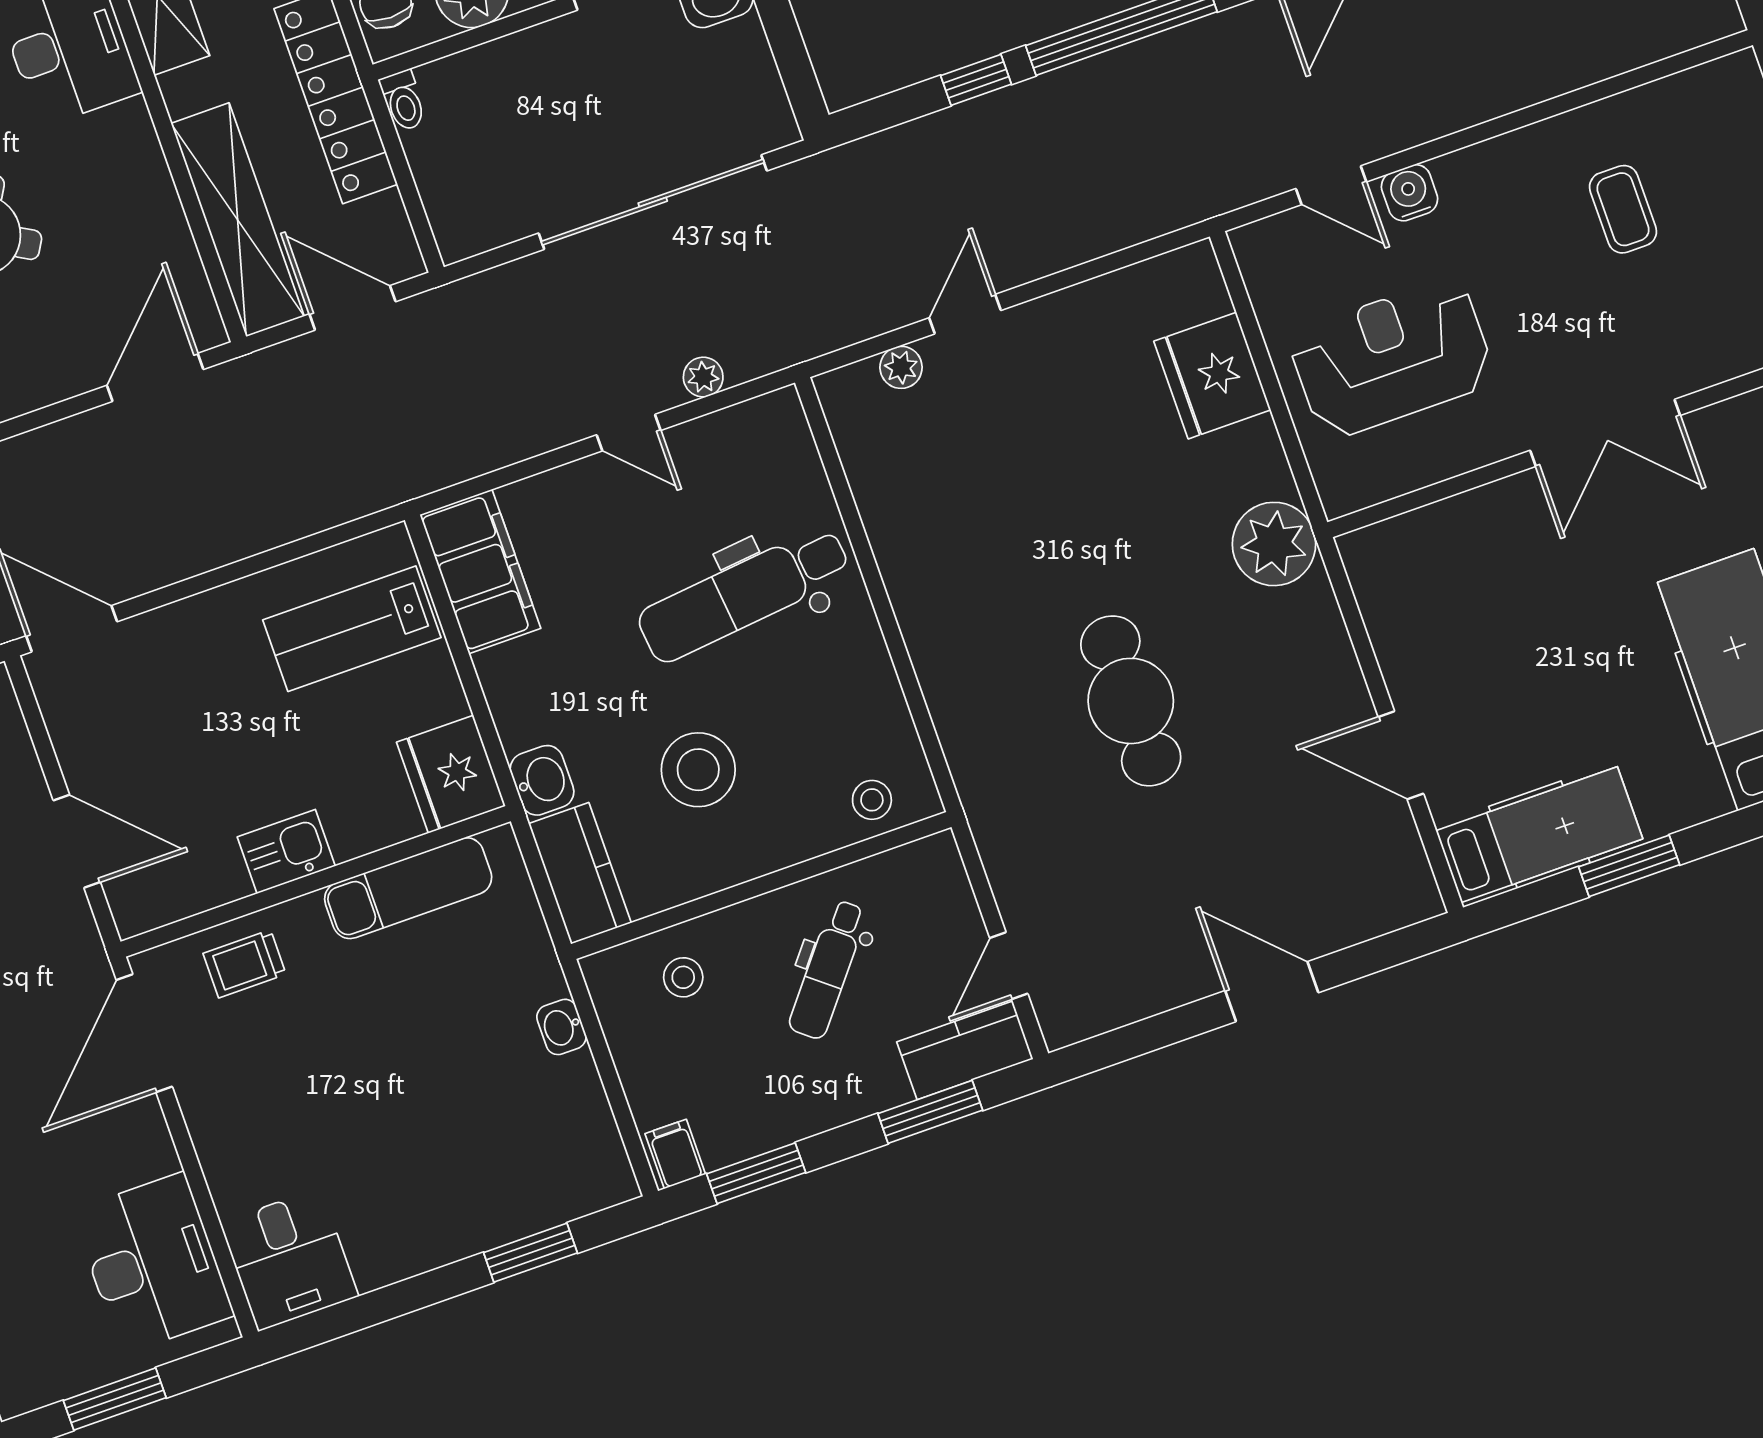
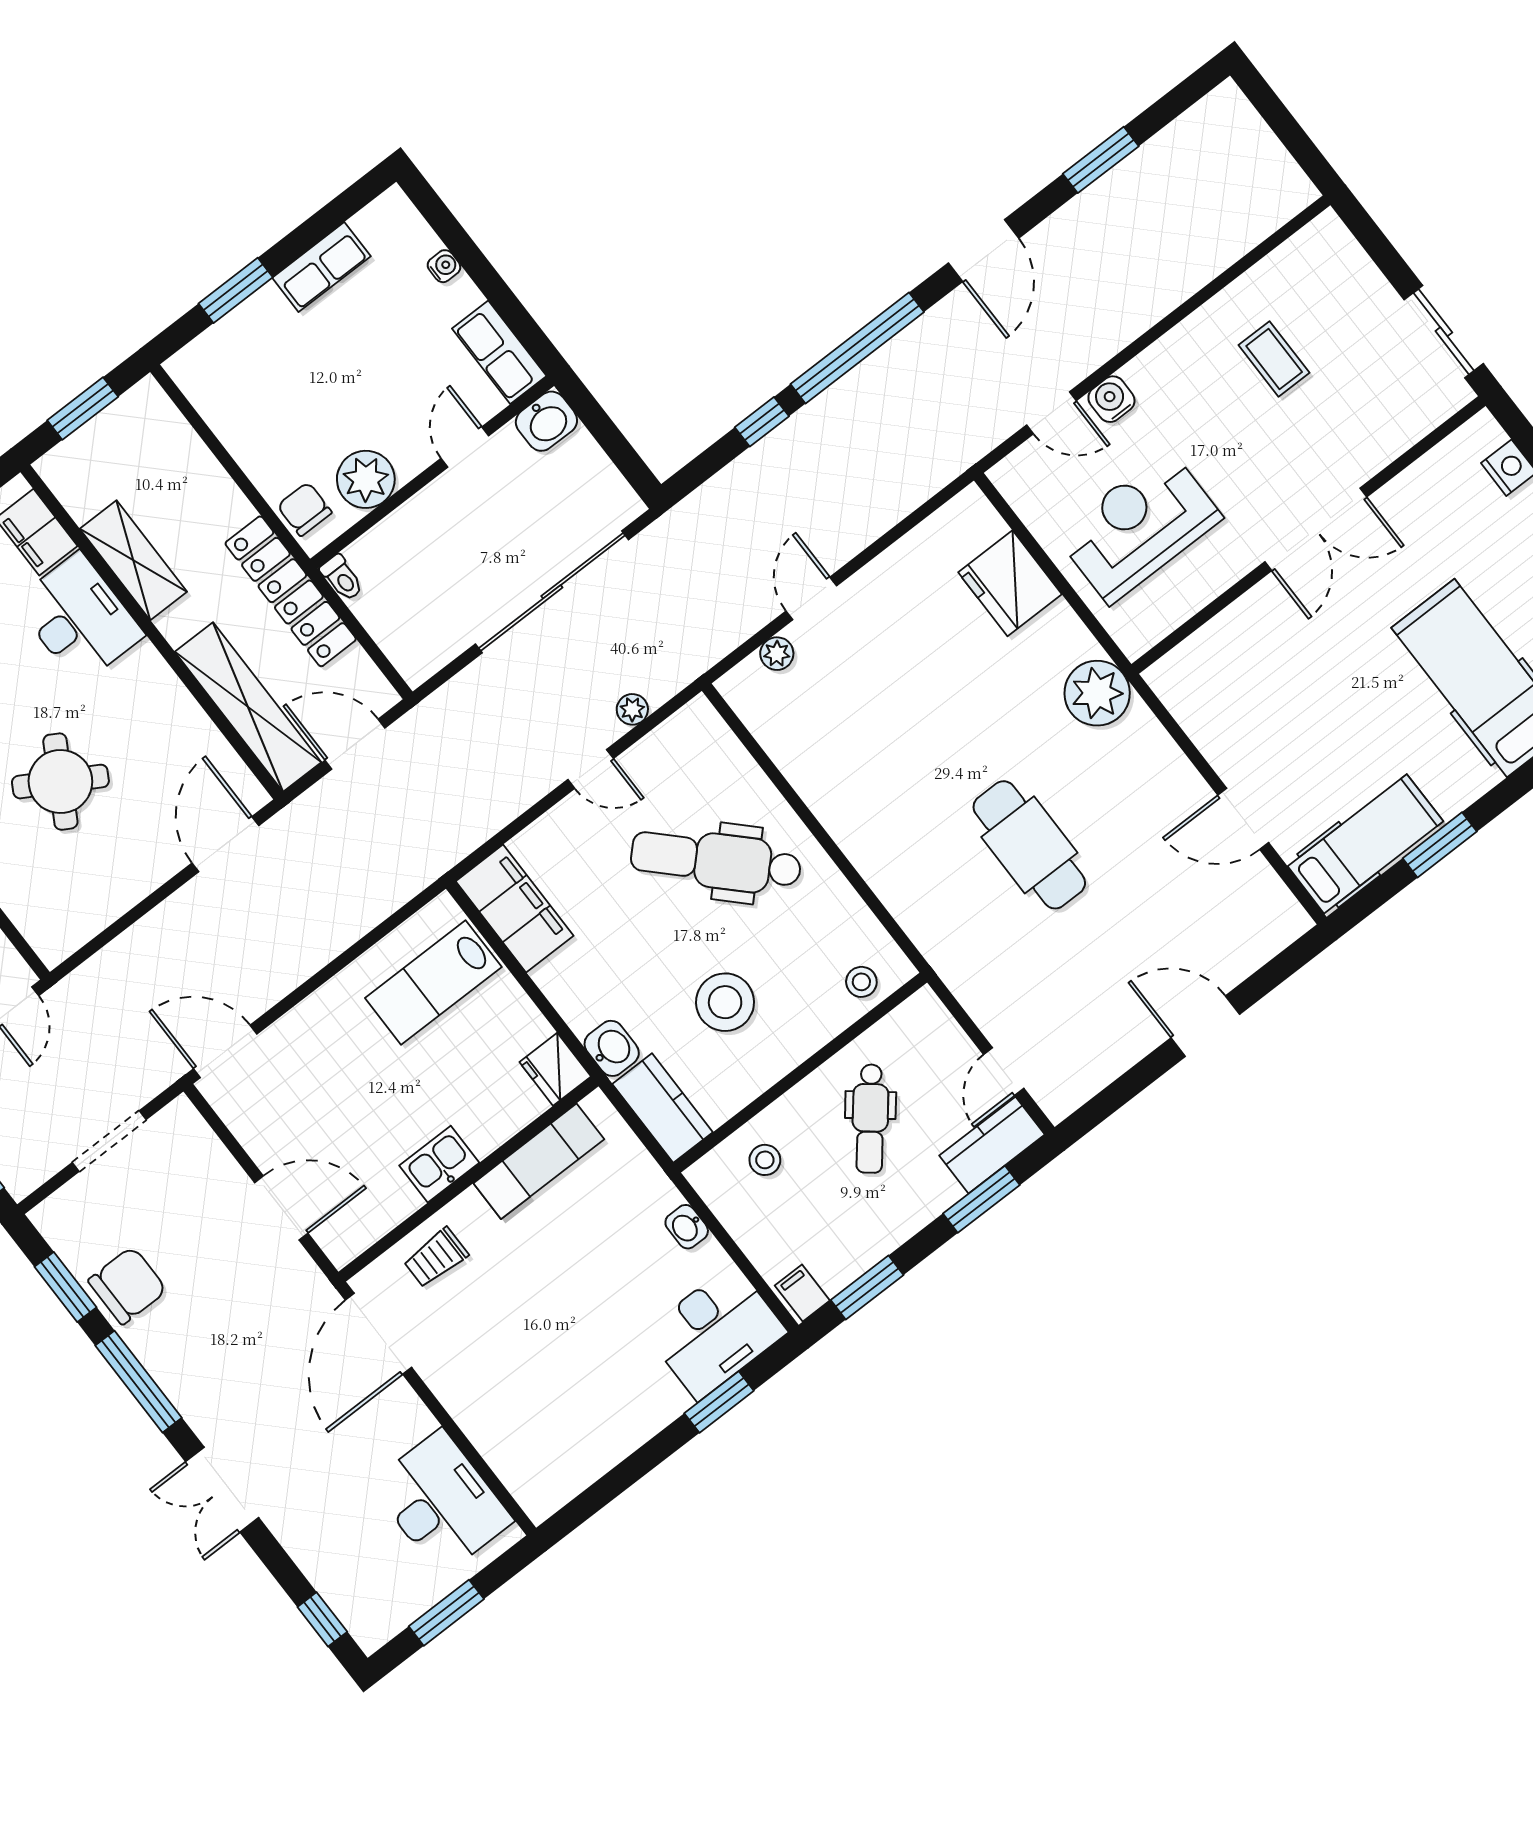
dental chair: (744, 594) -> (716, 861), turned 51
fridge: (451, 774) -> (555, 1069), width x0.73, depth x0.75
desk: (289, 1260) -> (716, 1332), moved, width x1.37

